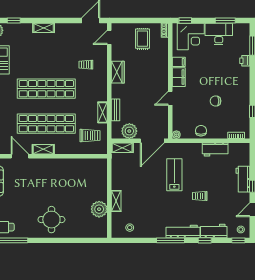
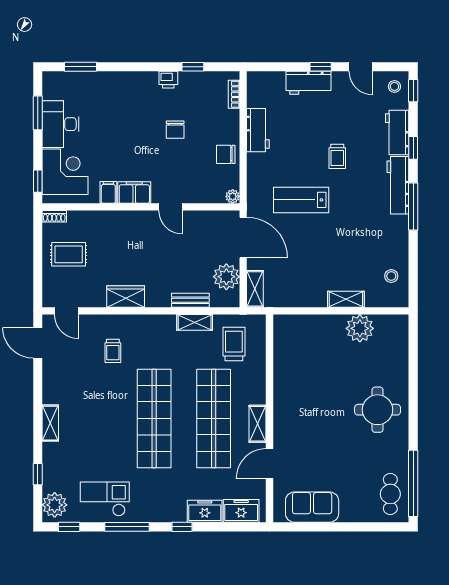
printer: (245, 61) -> (168, 80), moved

